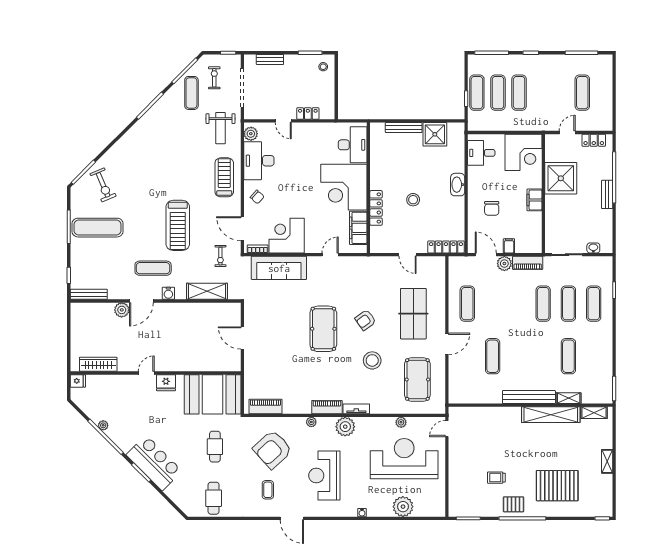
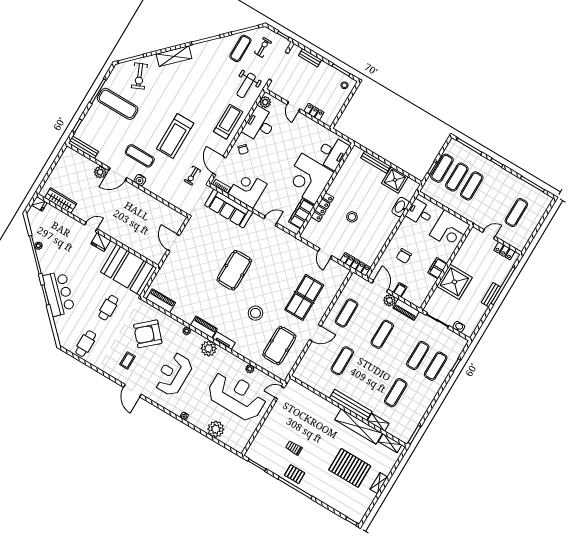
shower: (561, 178) -> (454, 282), moved
washbasin: (458, 185) -> (400, 207), moved
shelving: (207, 291) -> (174, 56), moved, turned -45
exercise mat: (543, 304) -> (382, 334), moved
armchair: (365, 320) -> (268, 282), removed
pallet: (557, 486) -> (350, 468), moved

